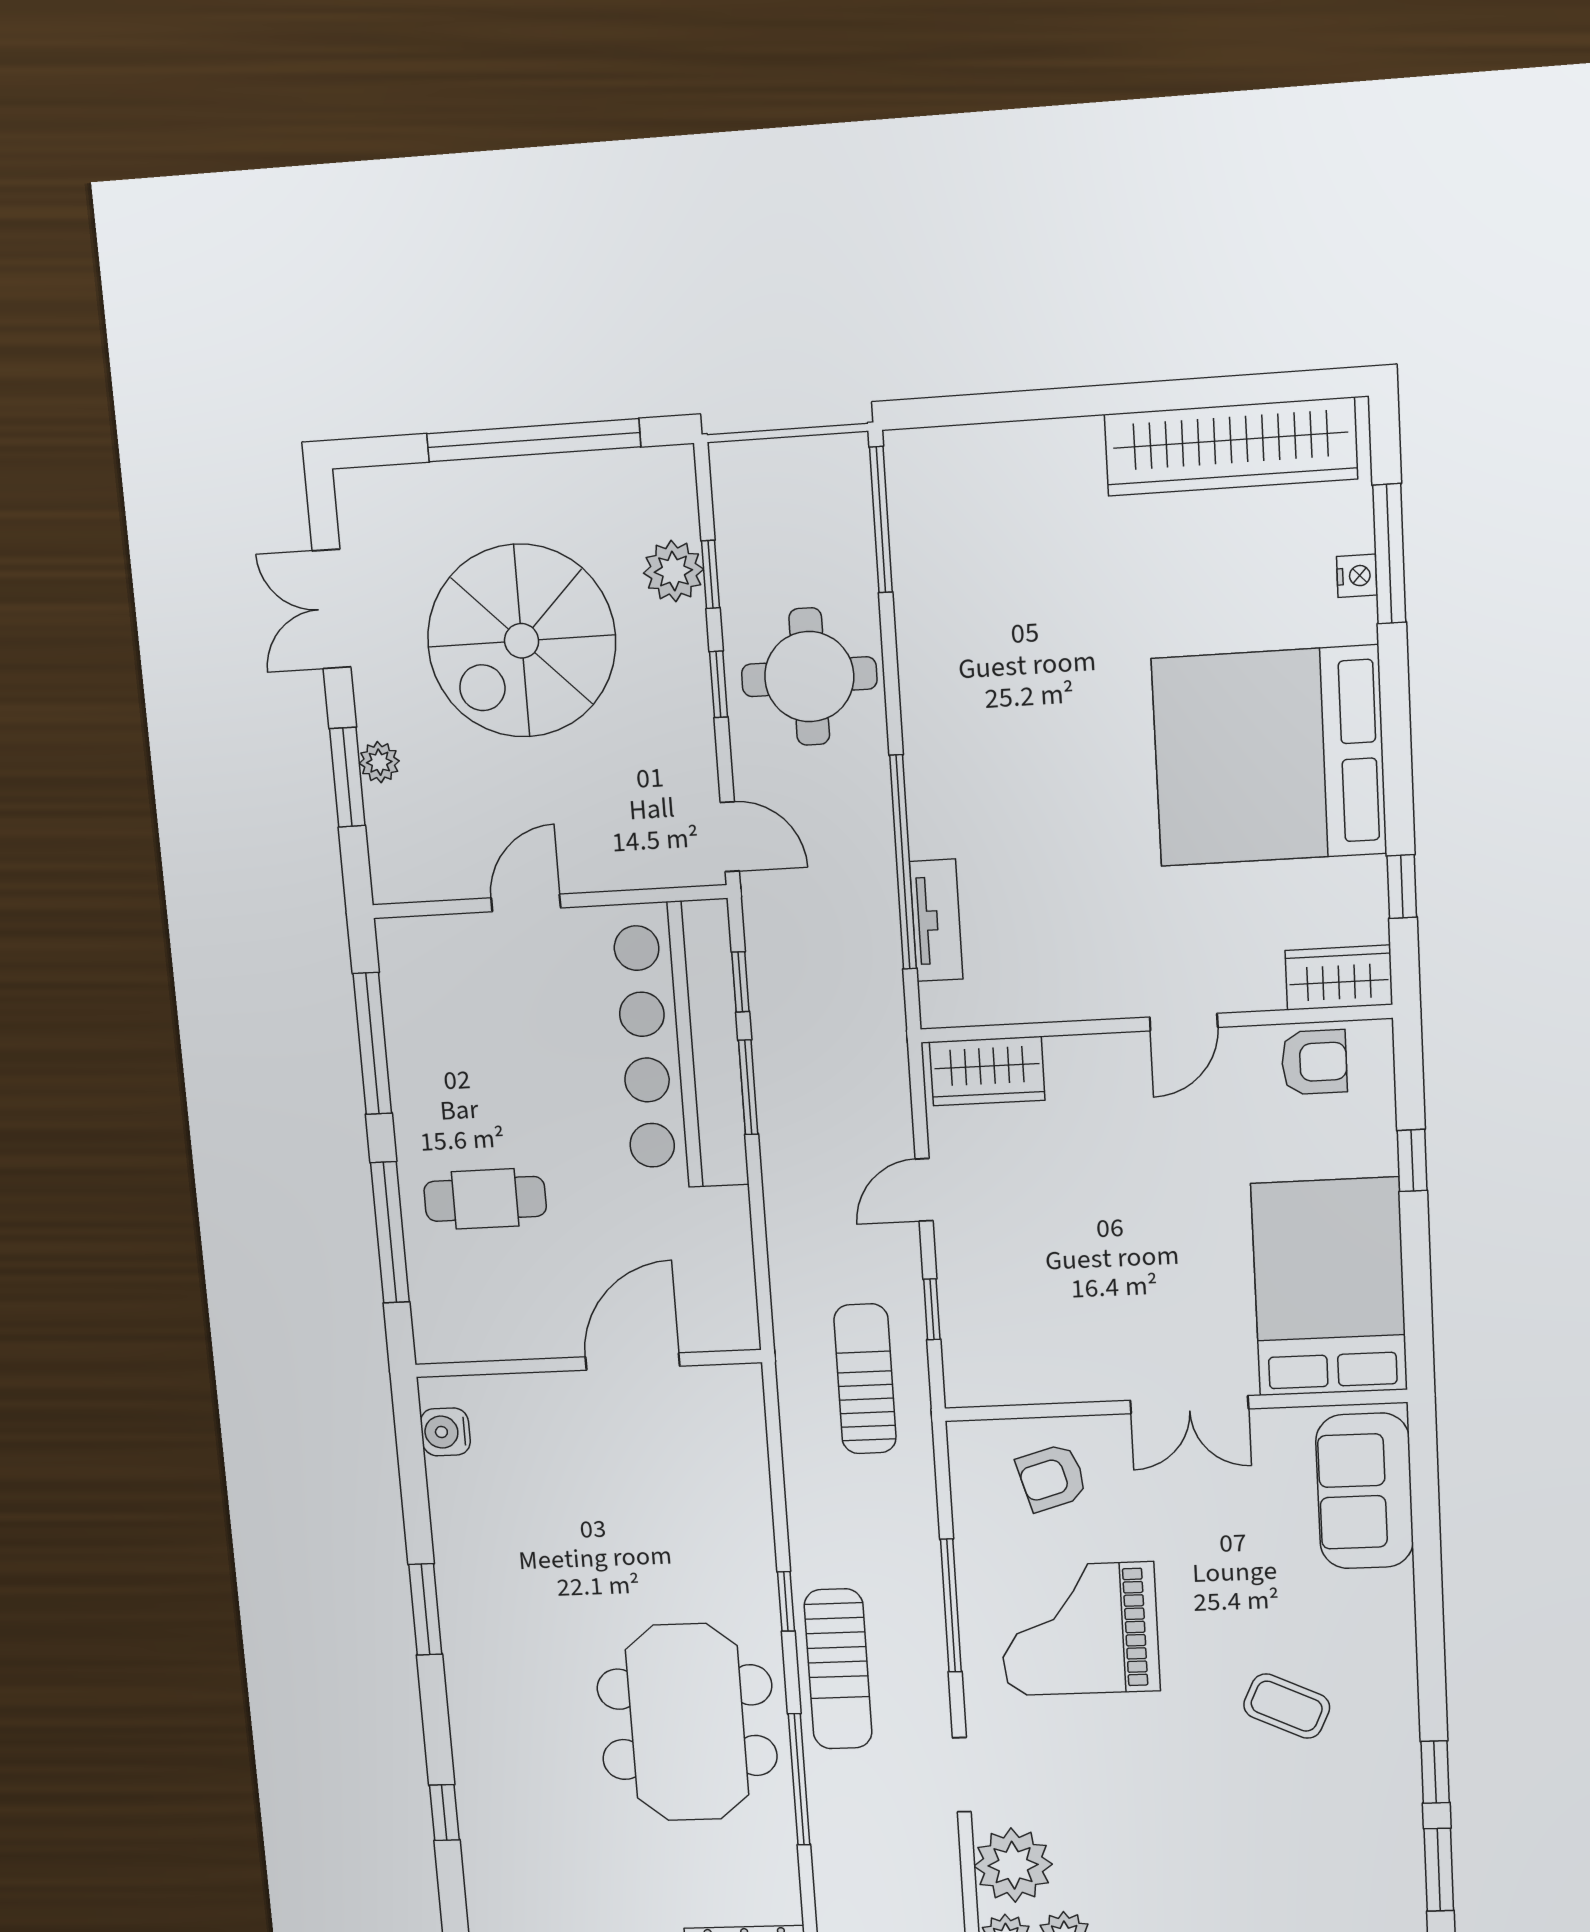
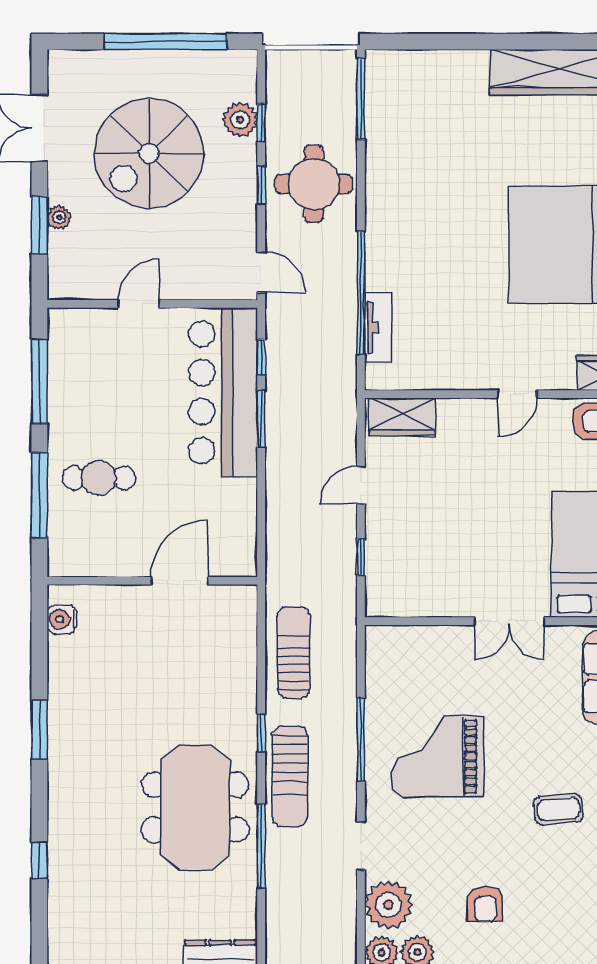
sun lounger: (865, 1379) -> (294, 652), moved
armchair: (1052, 1478) -> (485, 904), moved, turned -74
coffee table: (1287, 1706) -> (558, 809), turned -30

